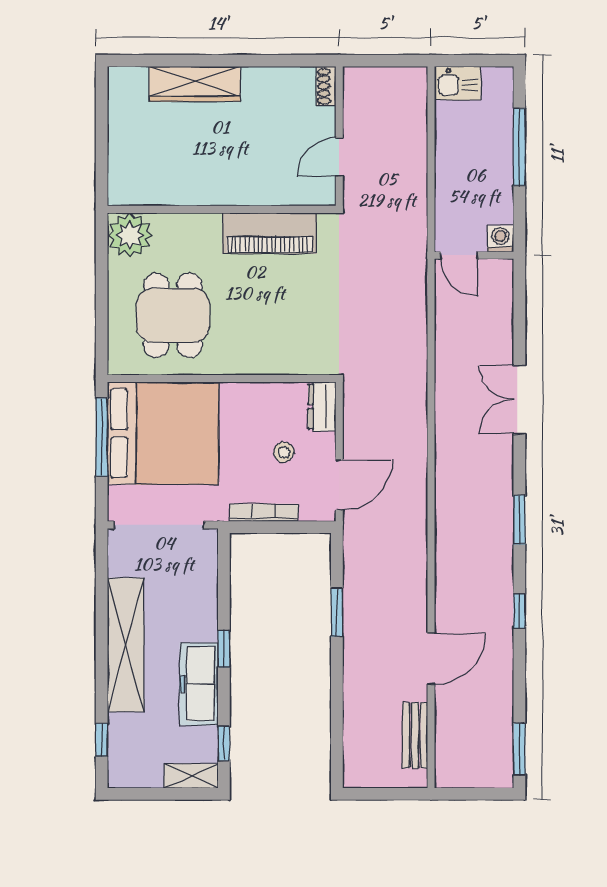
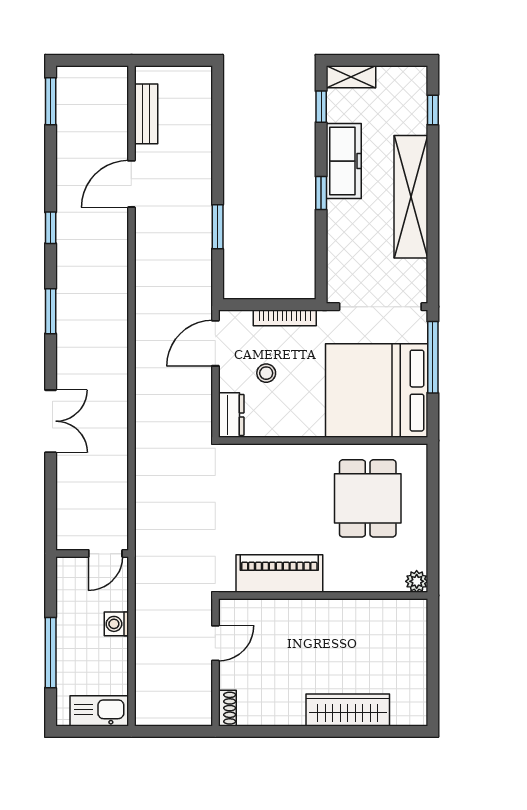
kitchen sink: (458, 83) -> (99, 711), width x1.38
plant: (130, 235) -> (417, 581), width x0.53, depth x0.53
washing machine: (501, 239) -> (116, 624), moved, turned 90
door: (459, 255) -> (105, 553), swing flipped
window: (102, 437) -> (433, 357), moved

